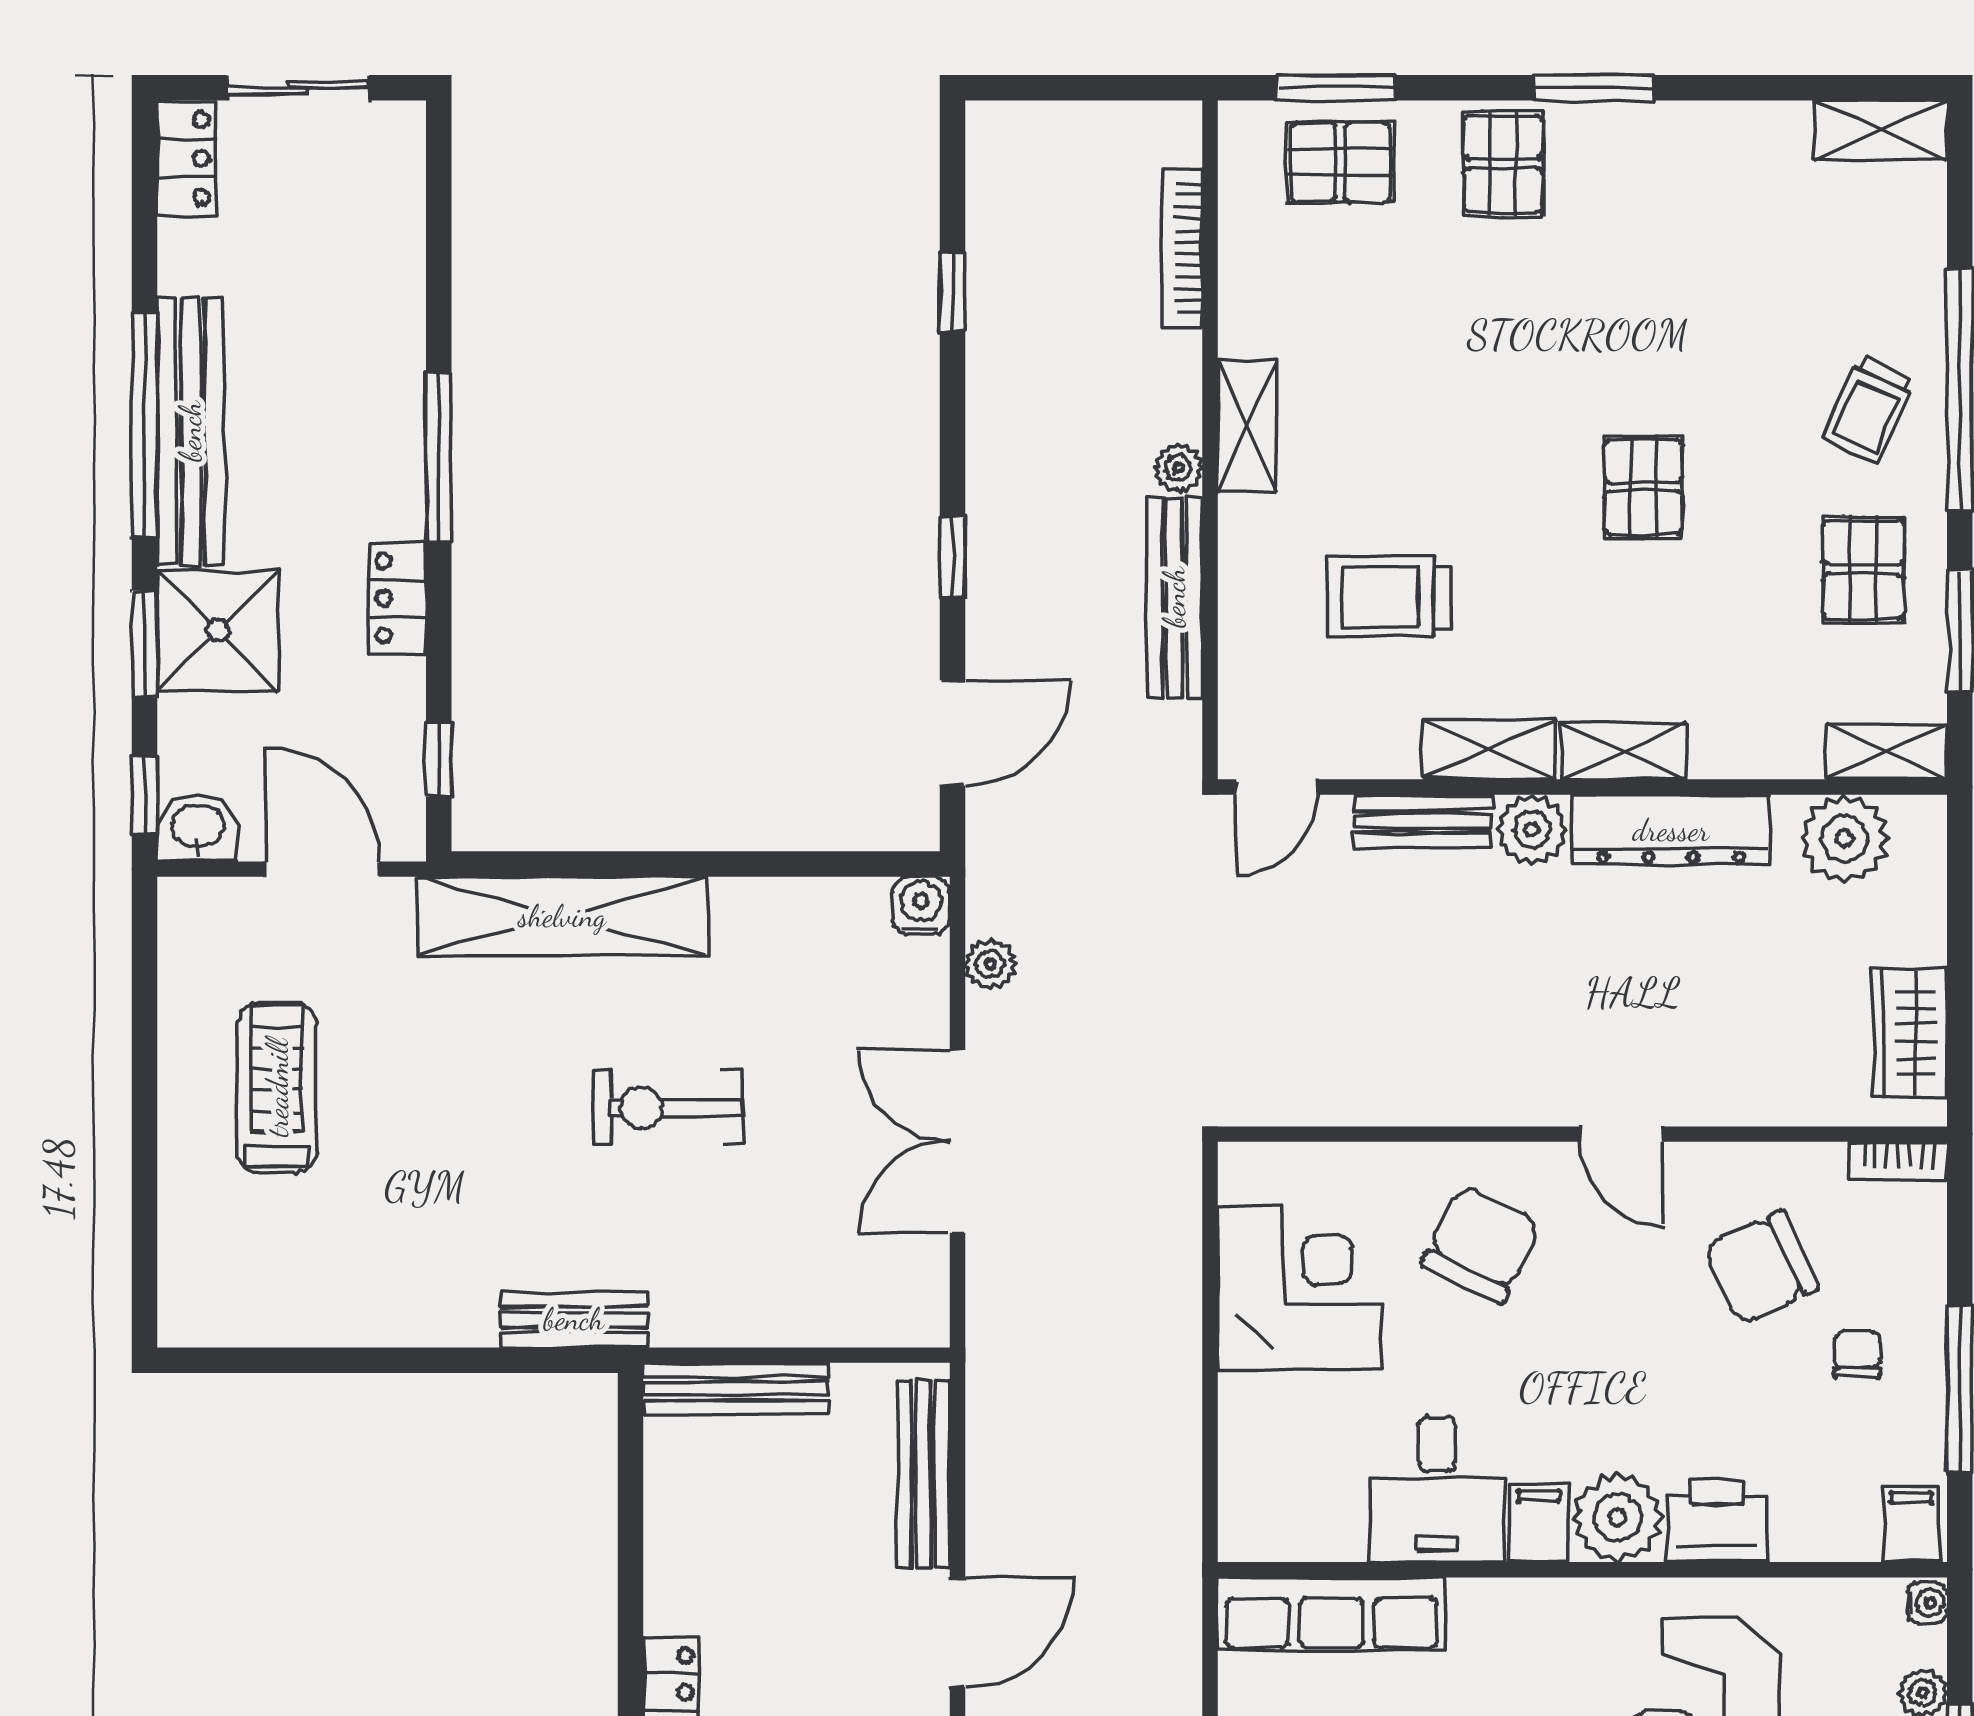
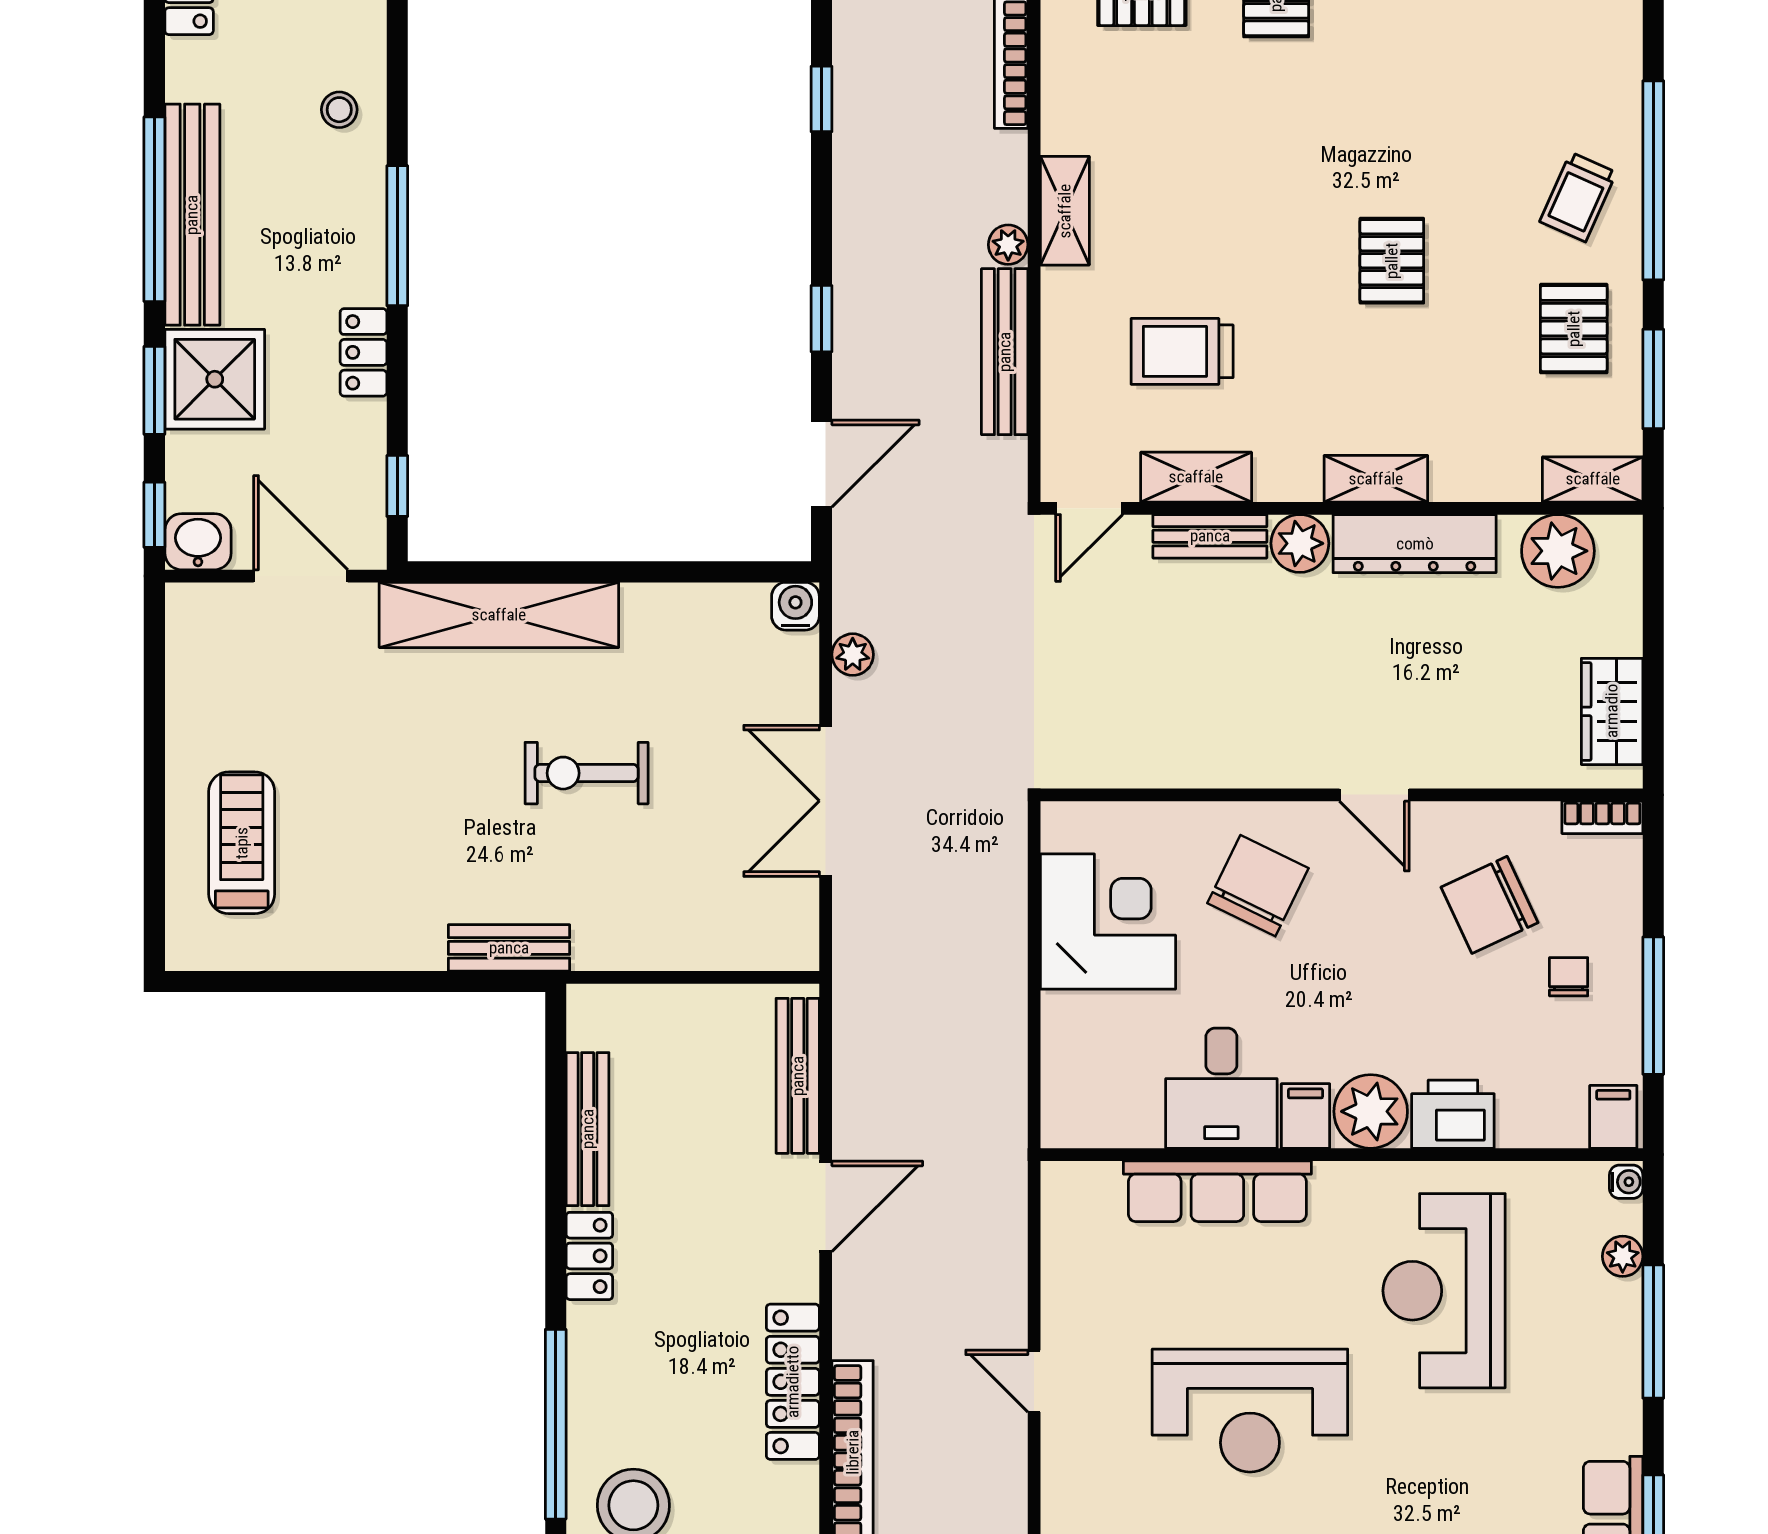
stool: (368, 304) -> (339, 110), added
shelving: (1489, 749) -> (1196, 477), moved
treadmill: (277, 1088) -> (242, 843), moved
bench: (736, 1389) -> (588, 1129), moved, turned 90
row of seats: (1331, 1614) -> (1217, 1191), moved

